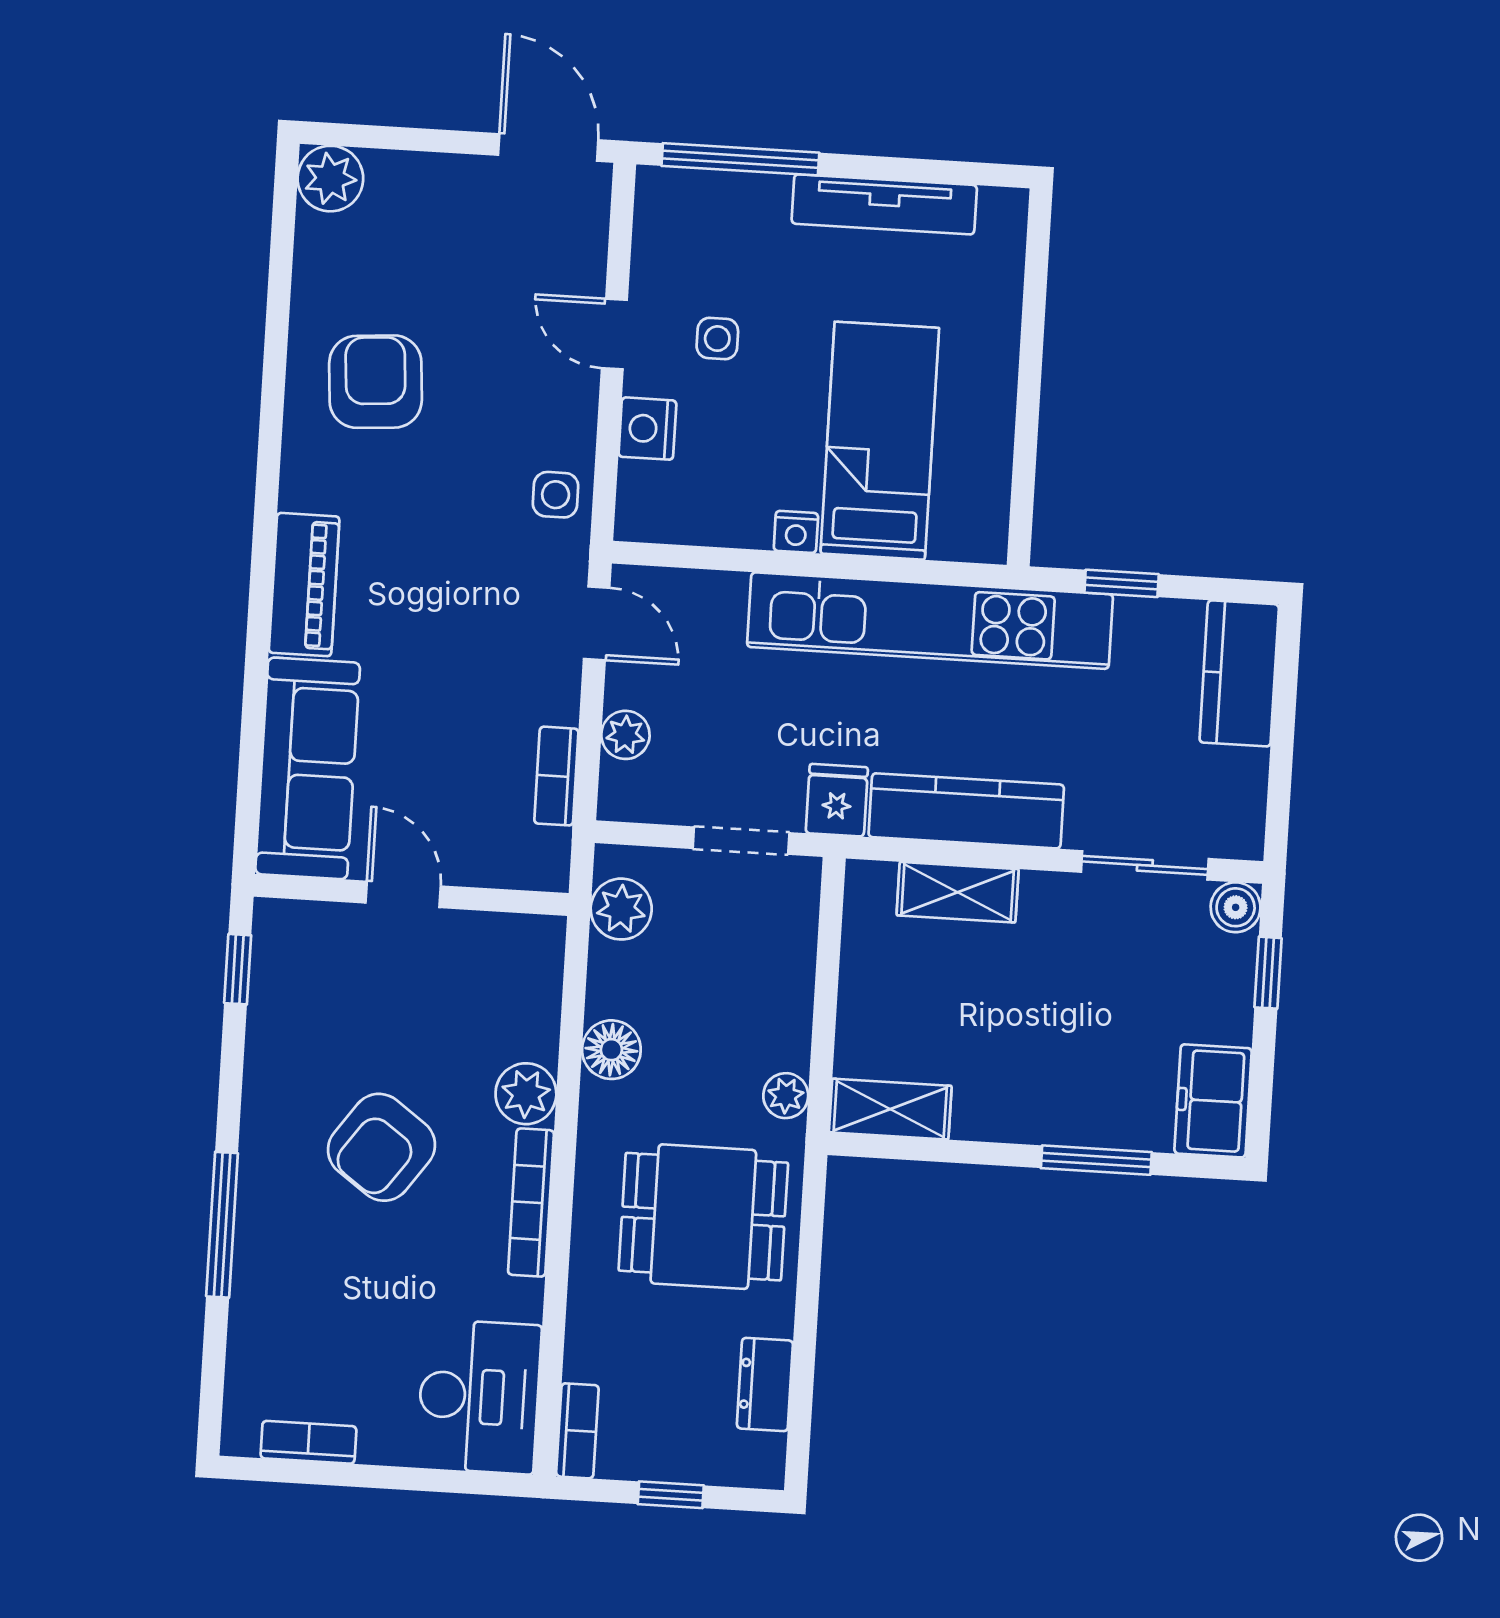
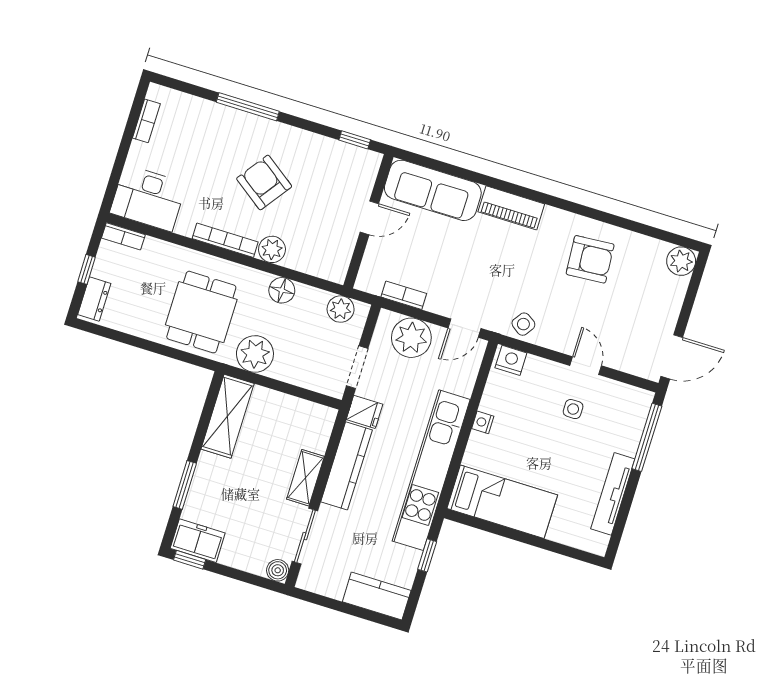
door: (614, 334) -> (586, 366), hinge flipped
nightstand: (647, 429) -> (511, 360), moved
bed: (880, 441) -> (502, 502), moved
side table: (556, 495) -> (523, 324), turned 35
plant: (625, 735) -> (411, 338), width x1.87, depth x1.87
shelving: (958, 892) -> (305, 478), moved
window: (1268, 973) -> (190, 560), moved
plant: (786, 1096) -> (255, 354), width x1.88, depth x1.88
shelving: (890, 1109) -> (228, 416), width x1.50, depth x1.33
dresser: (765, 1384) -> (94, 299), moved, turned 90

